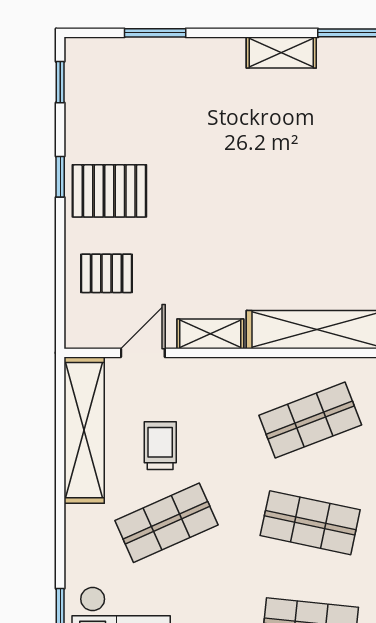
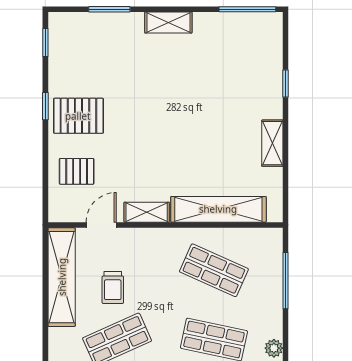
shelving: (281, 53) -> (168, 22), moved
shop shelf: (310, 420) -> (214, 270), turned 45
trolley: (160, 446) -> (113, 287), turned 180

